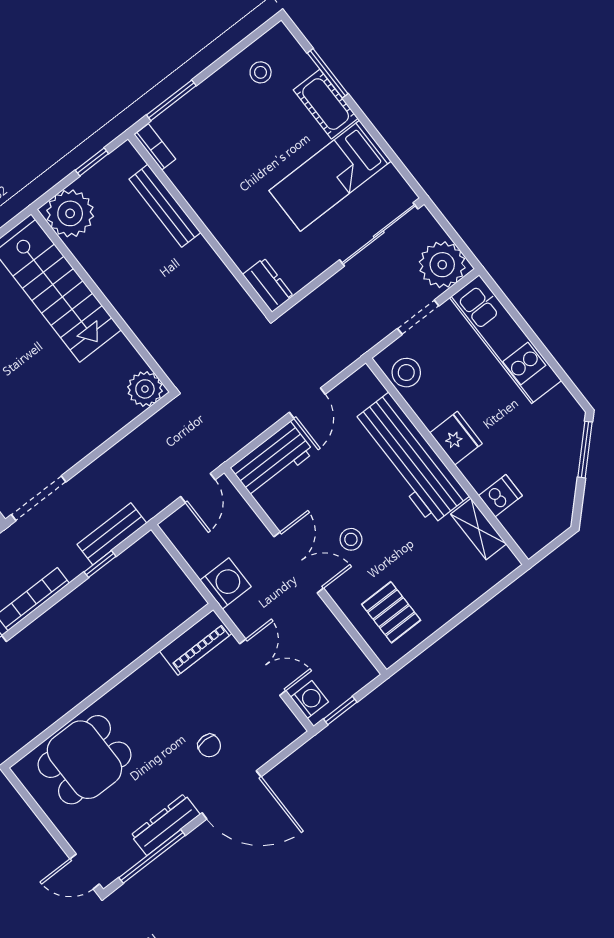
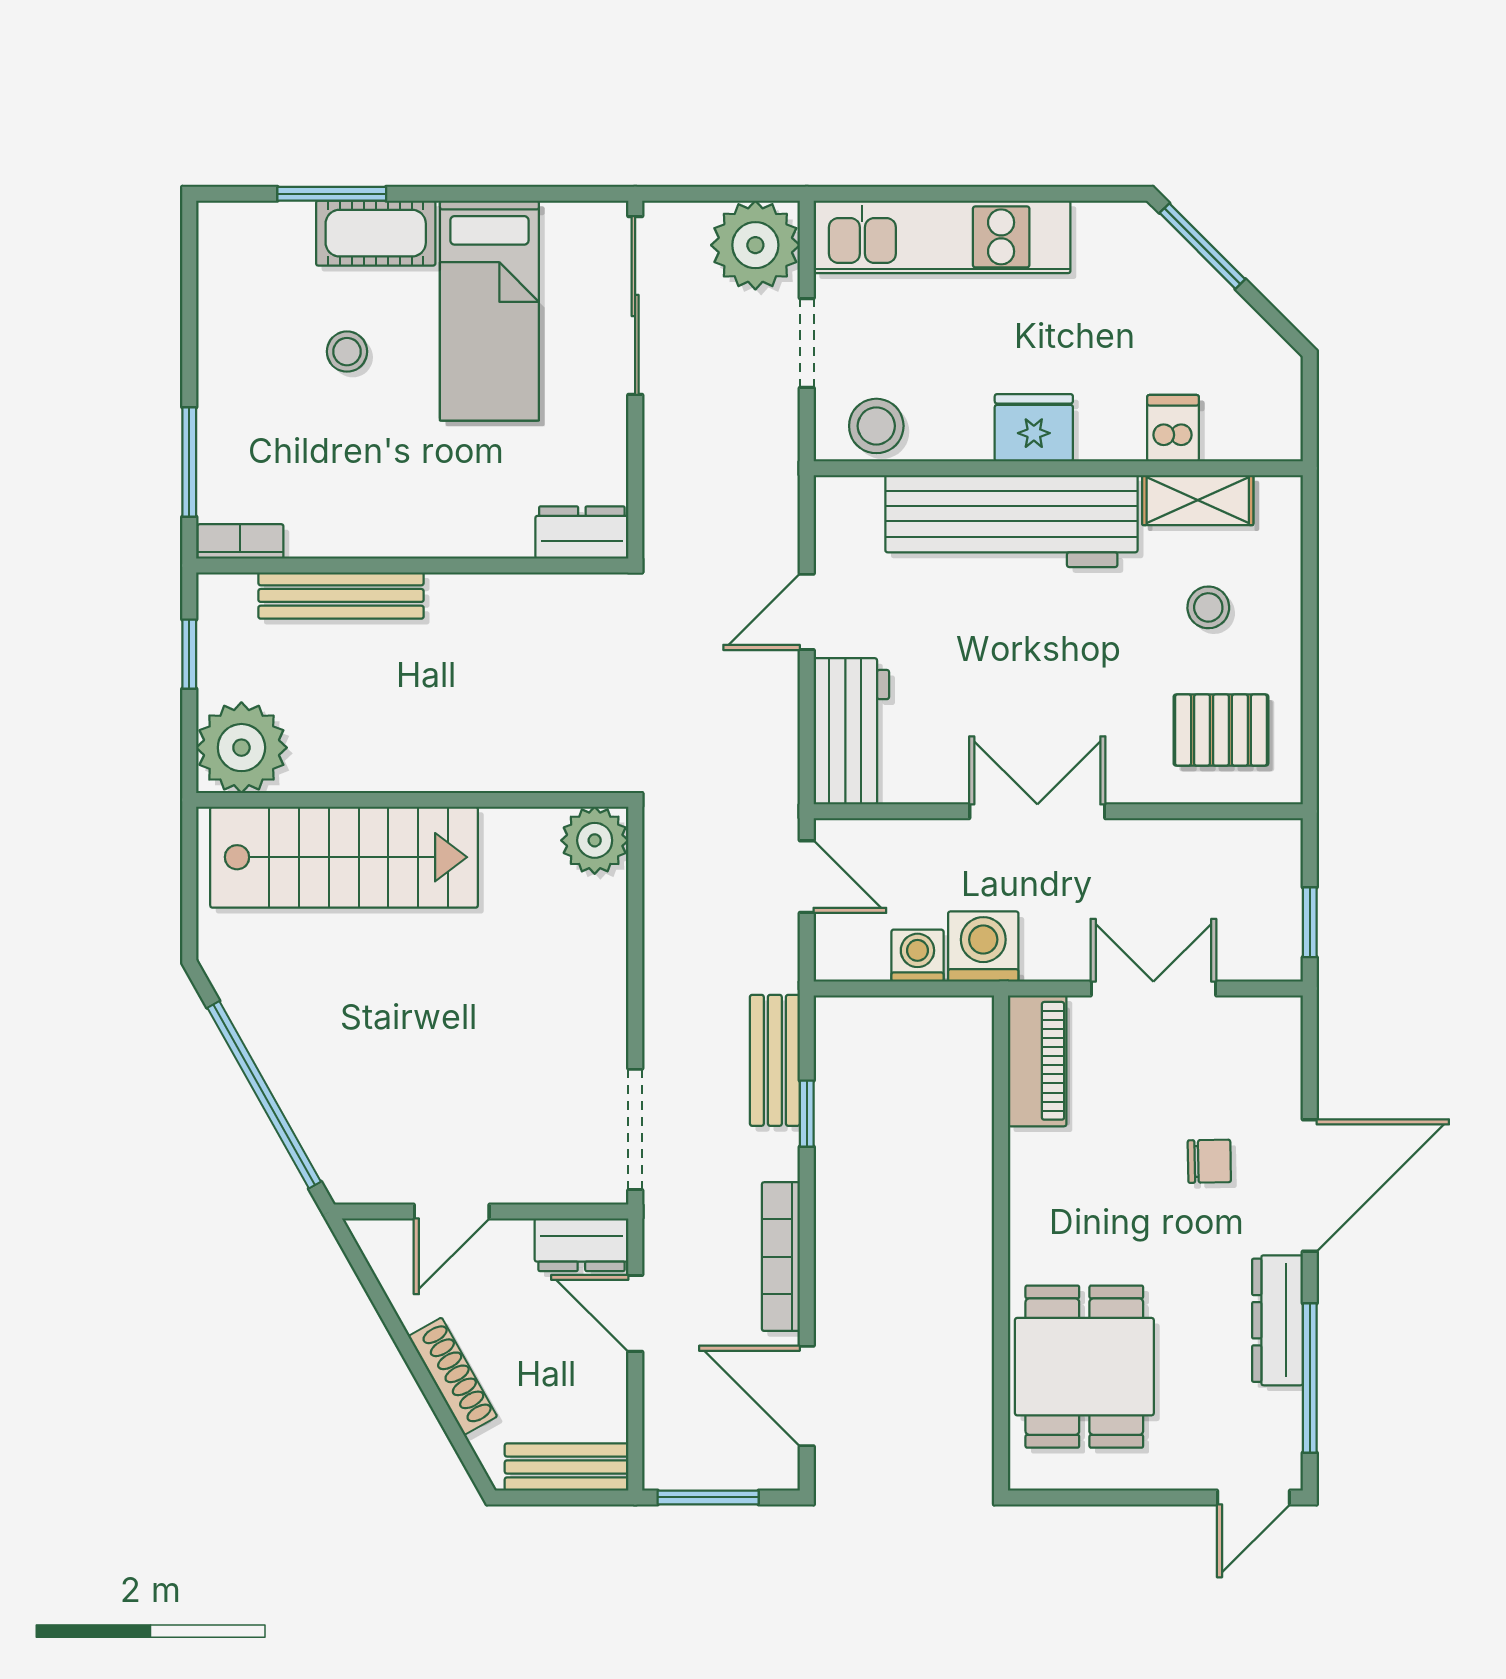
stool: (261, 72) -> (347, 352), moved
door: (307, 403) -> (807, 612), swing flipped
stool: (351, 539) -> (1208, 607), moved
washing machine: (310, 699) -> (917, 956), moved

